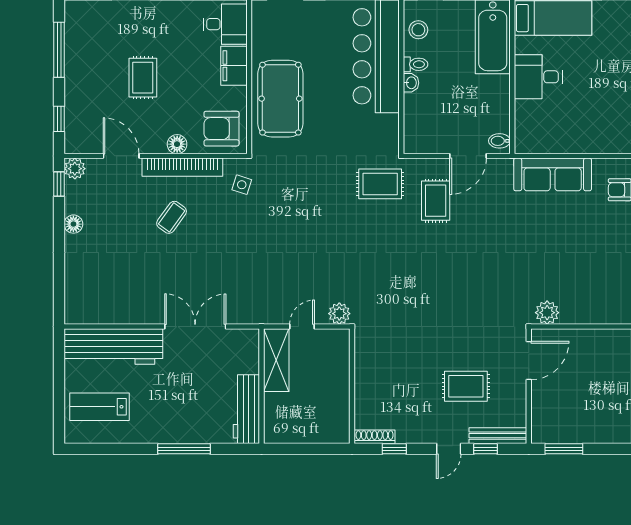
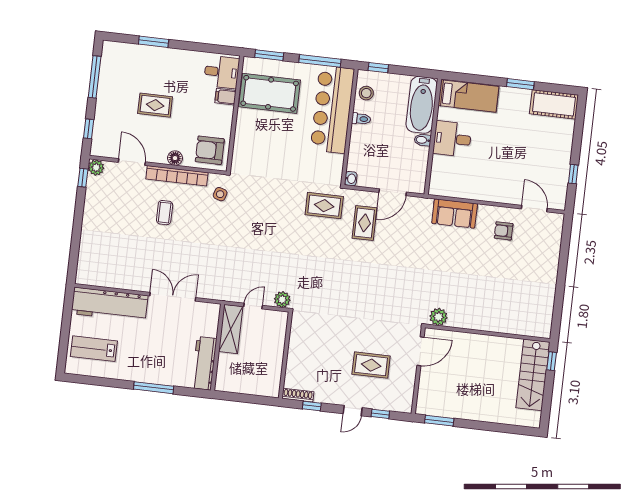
filing cabinet: (234, 66) -> (226, 97), width x0.50
rug: (143, 78) -> (155, 105), turned 90
washbasin: (411, 83) -> (351, 179), moved
pool table: (280, 99) -> (270, 93), moved, turned 90
bidet: (499, 141) -> (423, 140), moved
sofa: (553, 174) -> (455, 214), width x0.73
coffee table: (172, 217) -> (165, 213), turned -36
floor lamp: (73, 224) -> (90, 209), removed
bench: (498, 436) -> (391, 405), removed

